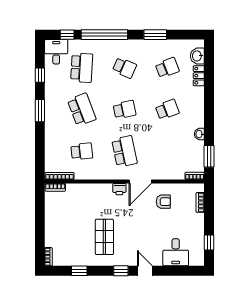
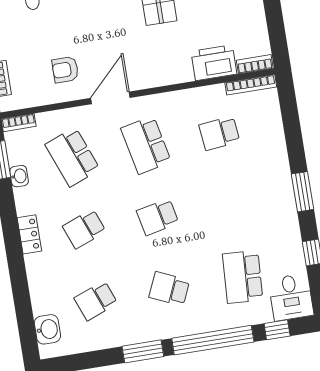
window: (155, 35) -> (143, 351), moved
locker: (199, 76) -> (29, 234), moved
school desk: (82, 110) -> (73, 157), moved
washbasin: (199, 134) -> (19, 176), moved
printer: (119, 189) -> (214, 63), moved, width x1.87, depth x1.48

